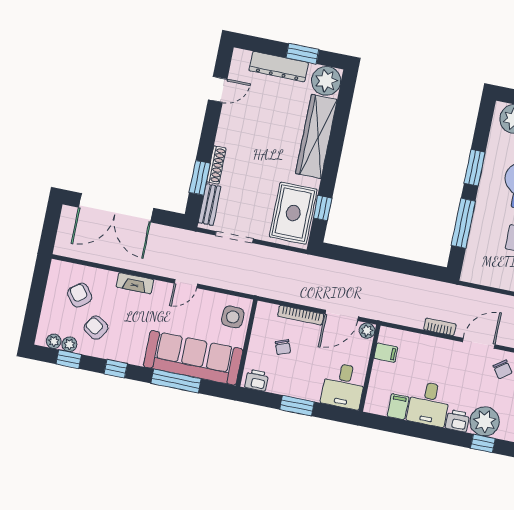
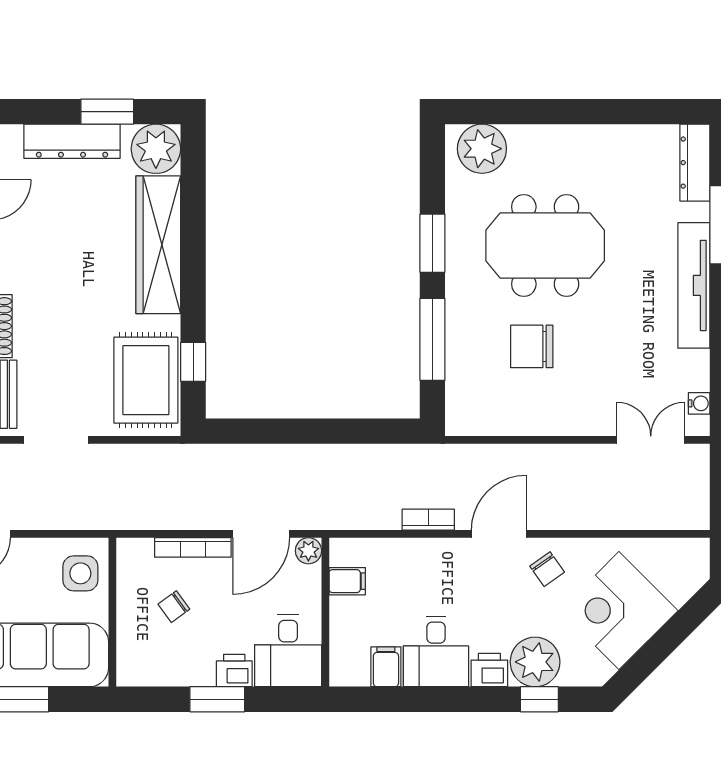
chair: (283, 347) -> (174, 607), turned 74
printer: (257, 380) -> (234, 671), moved

